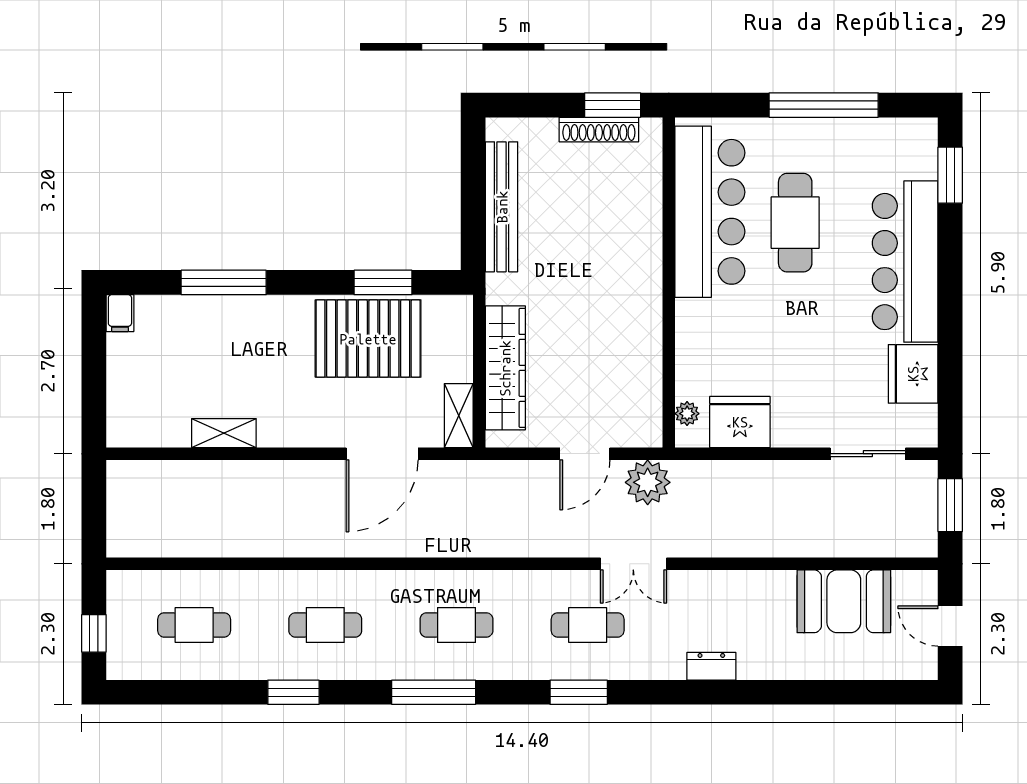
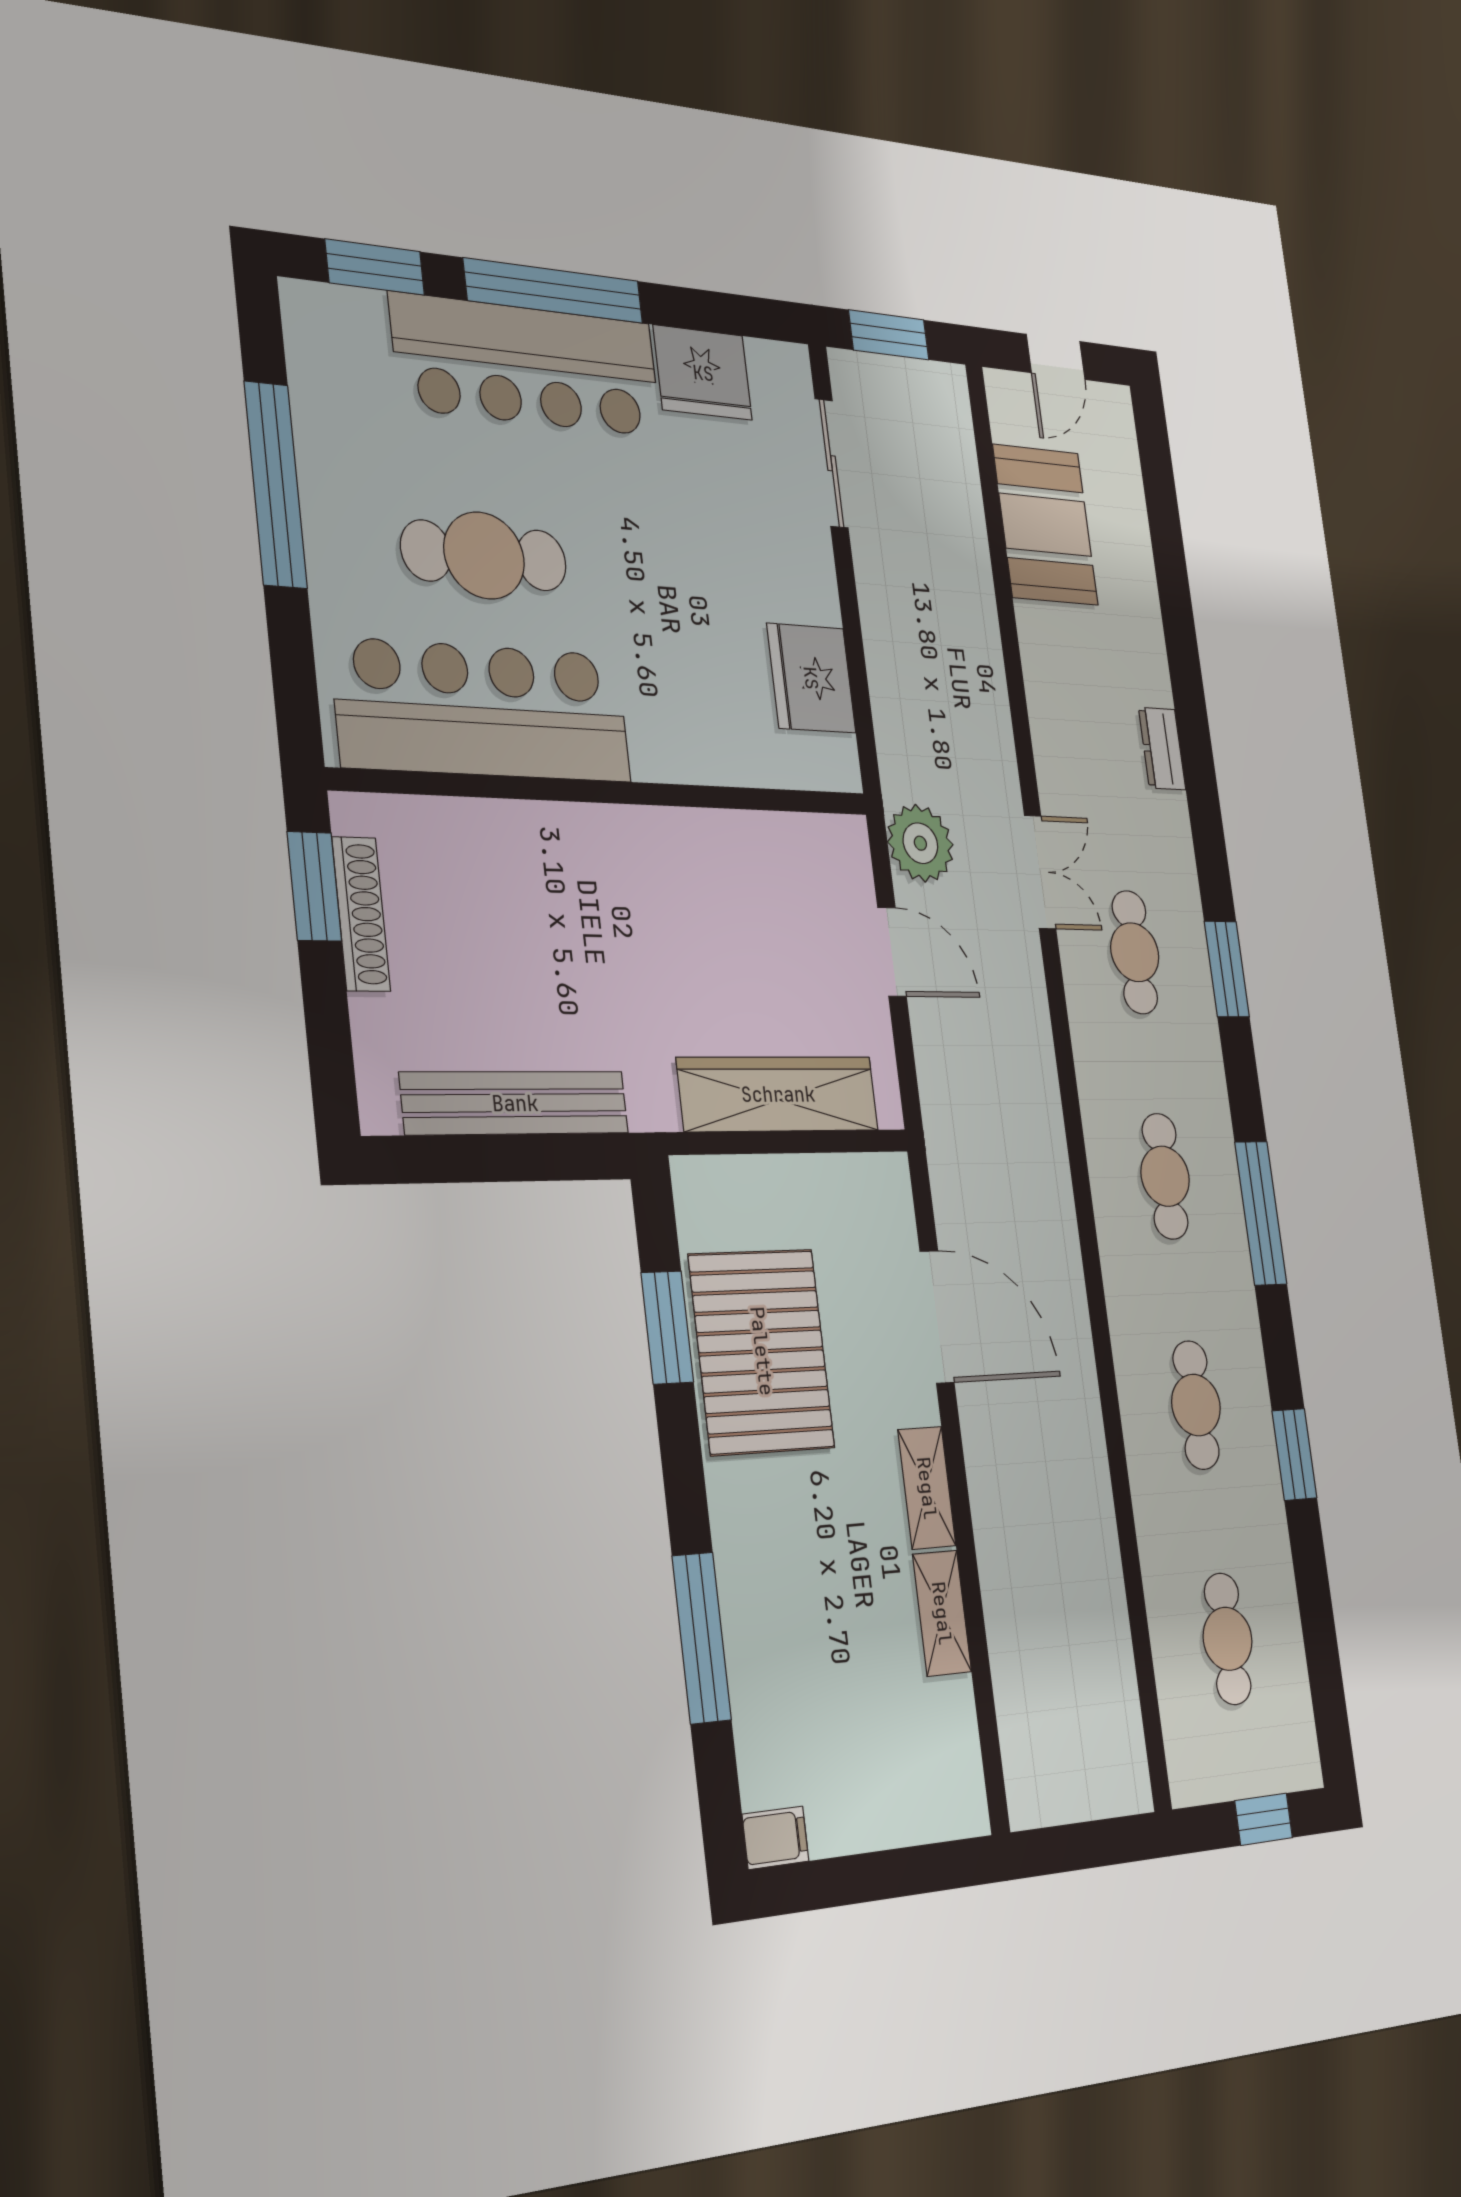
window: (950, 284) -> (554, 291), added
plant: (687, 414) -> (810, 770), removed
shelving: (459, 416) -> (927, 1488), moved, turned 90

